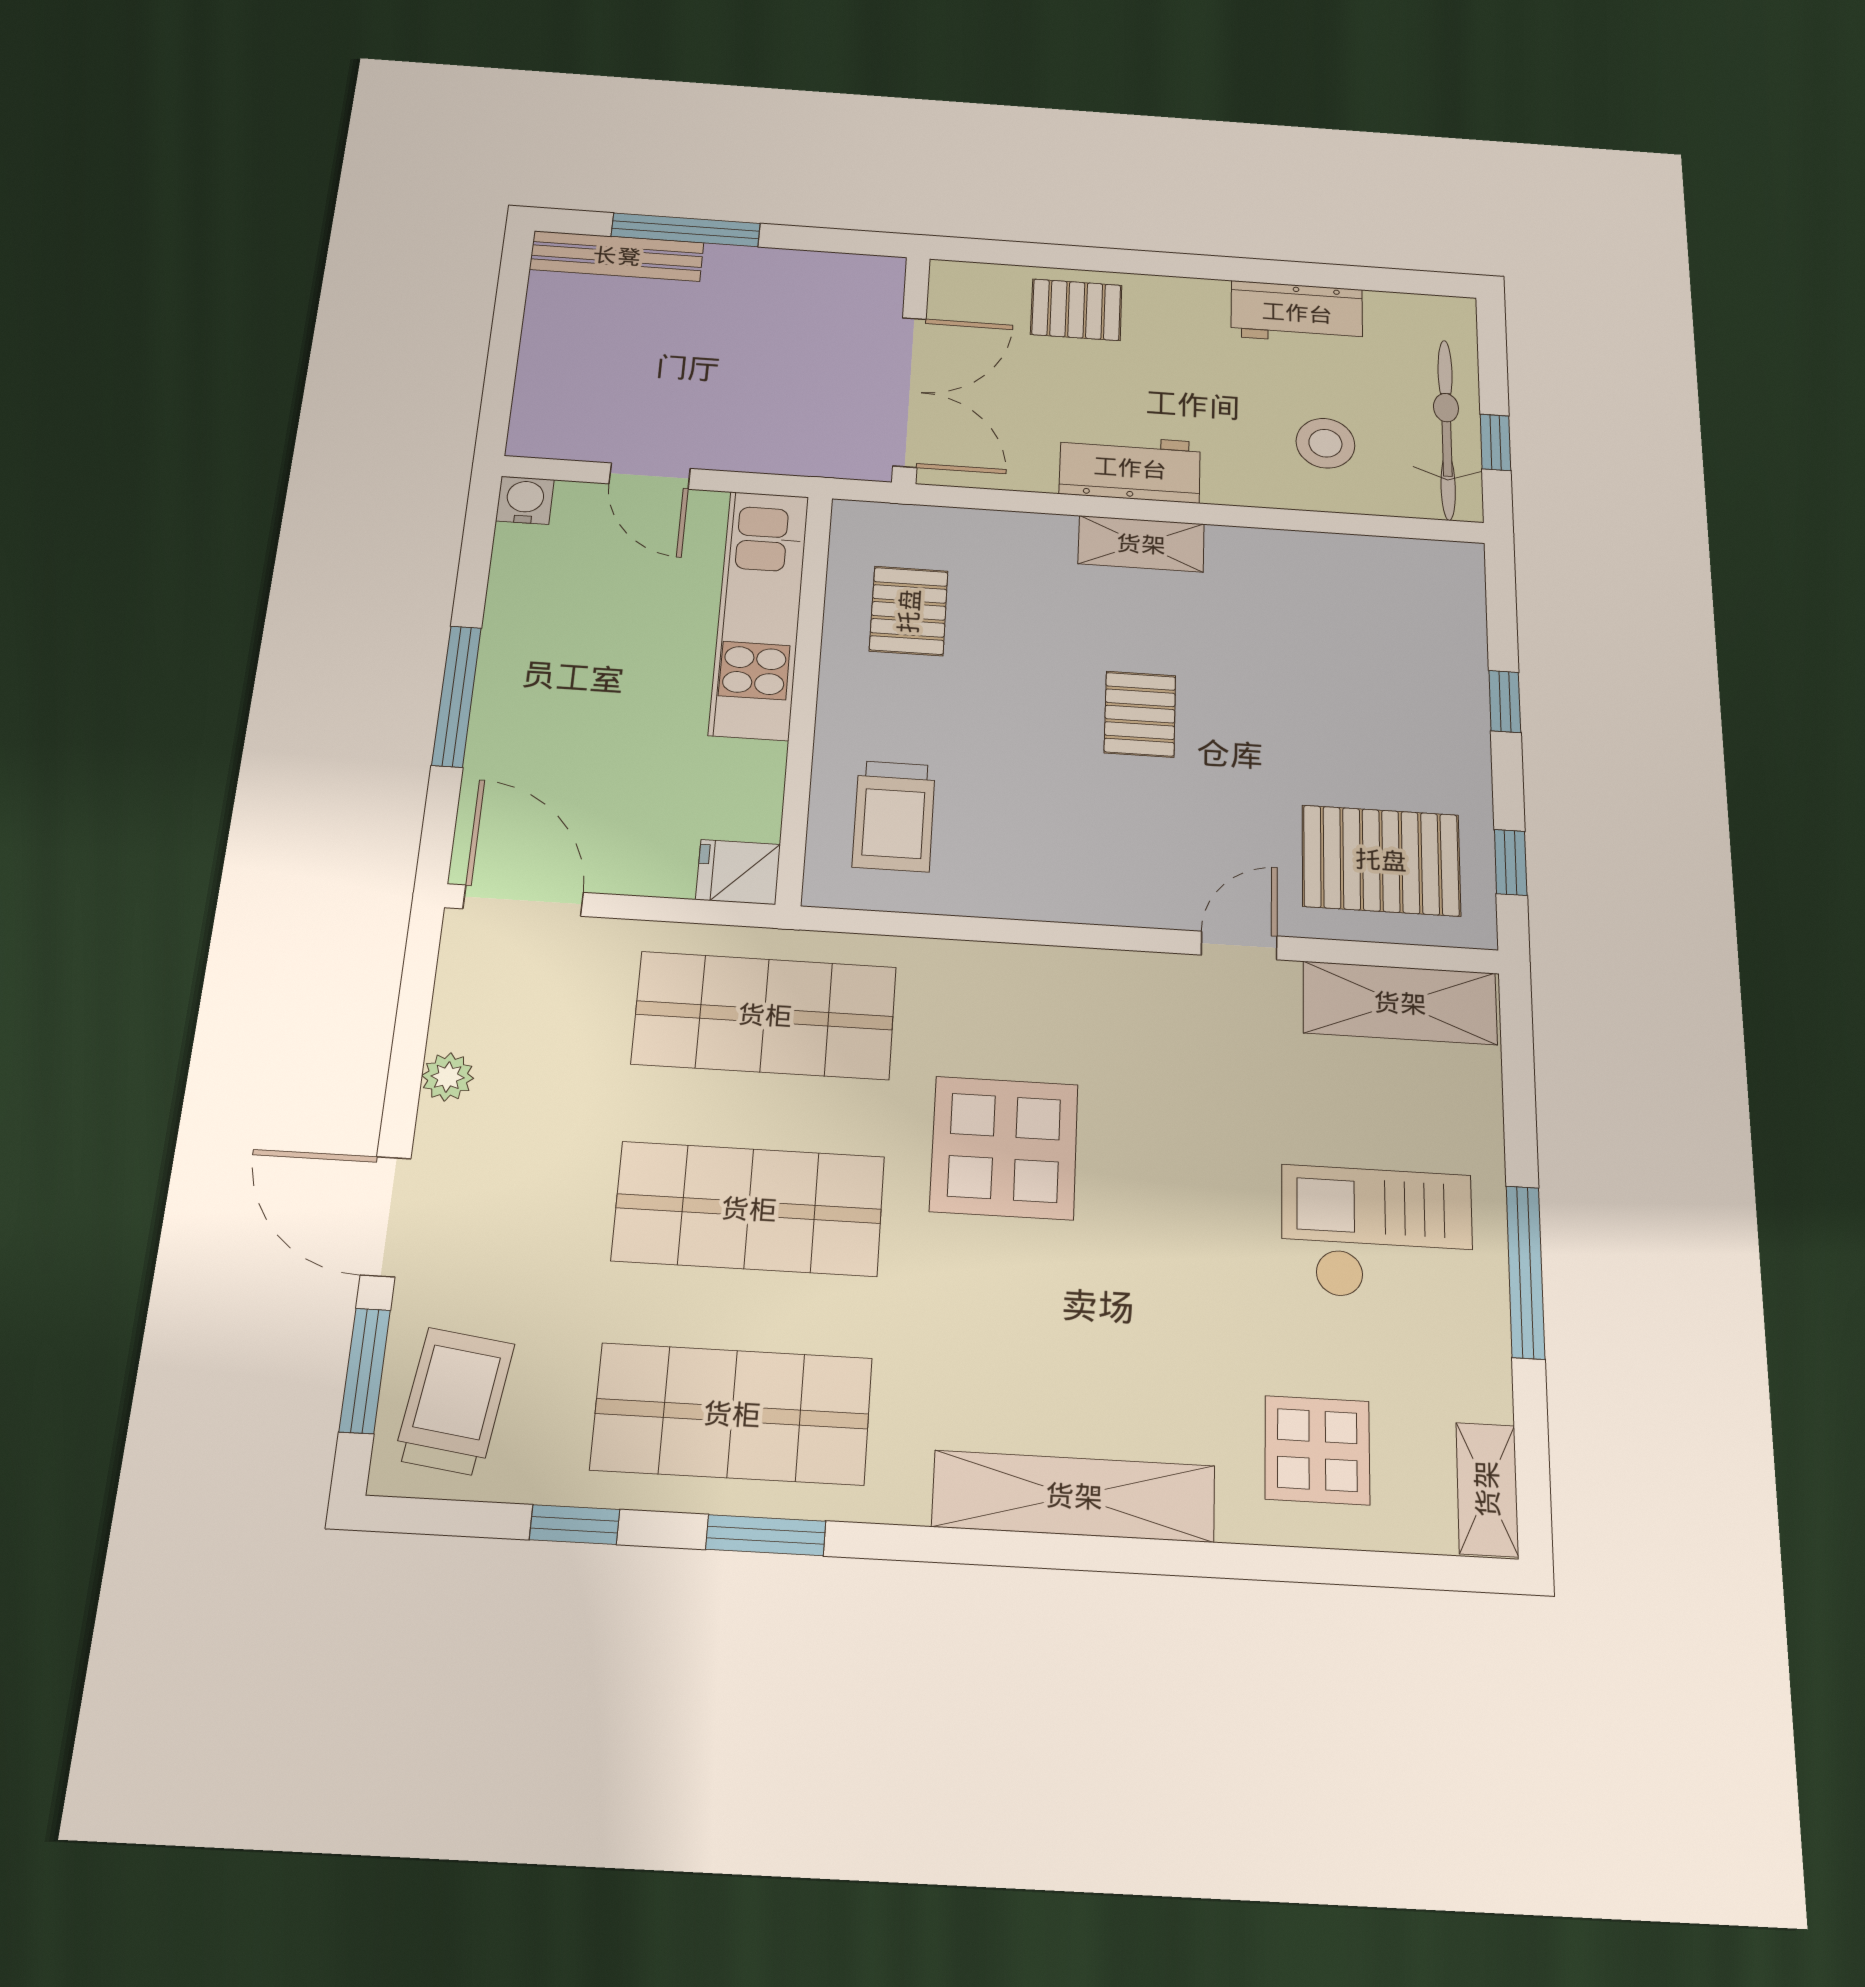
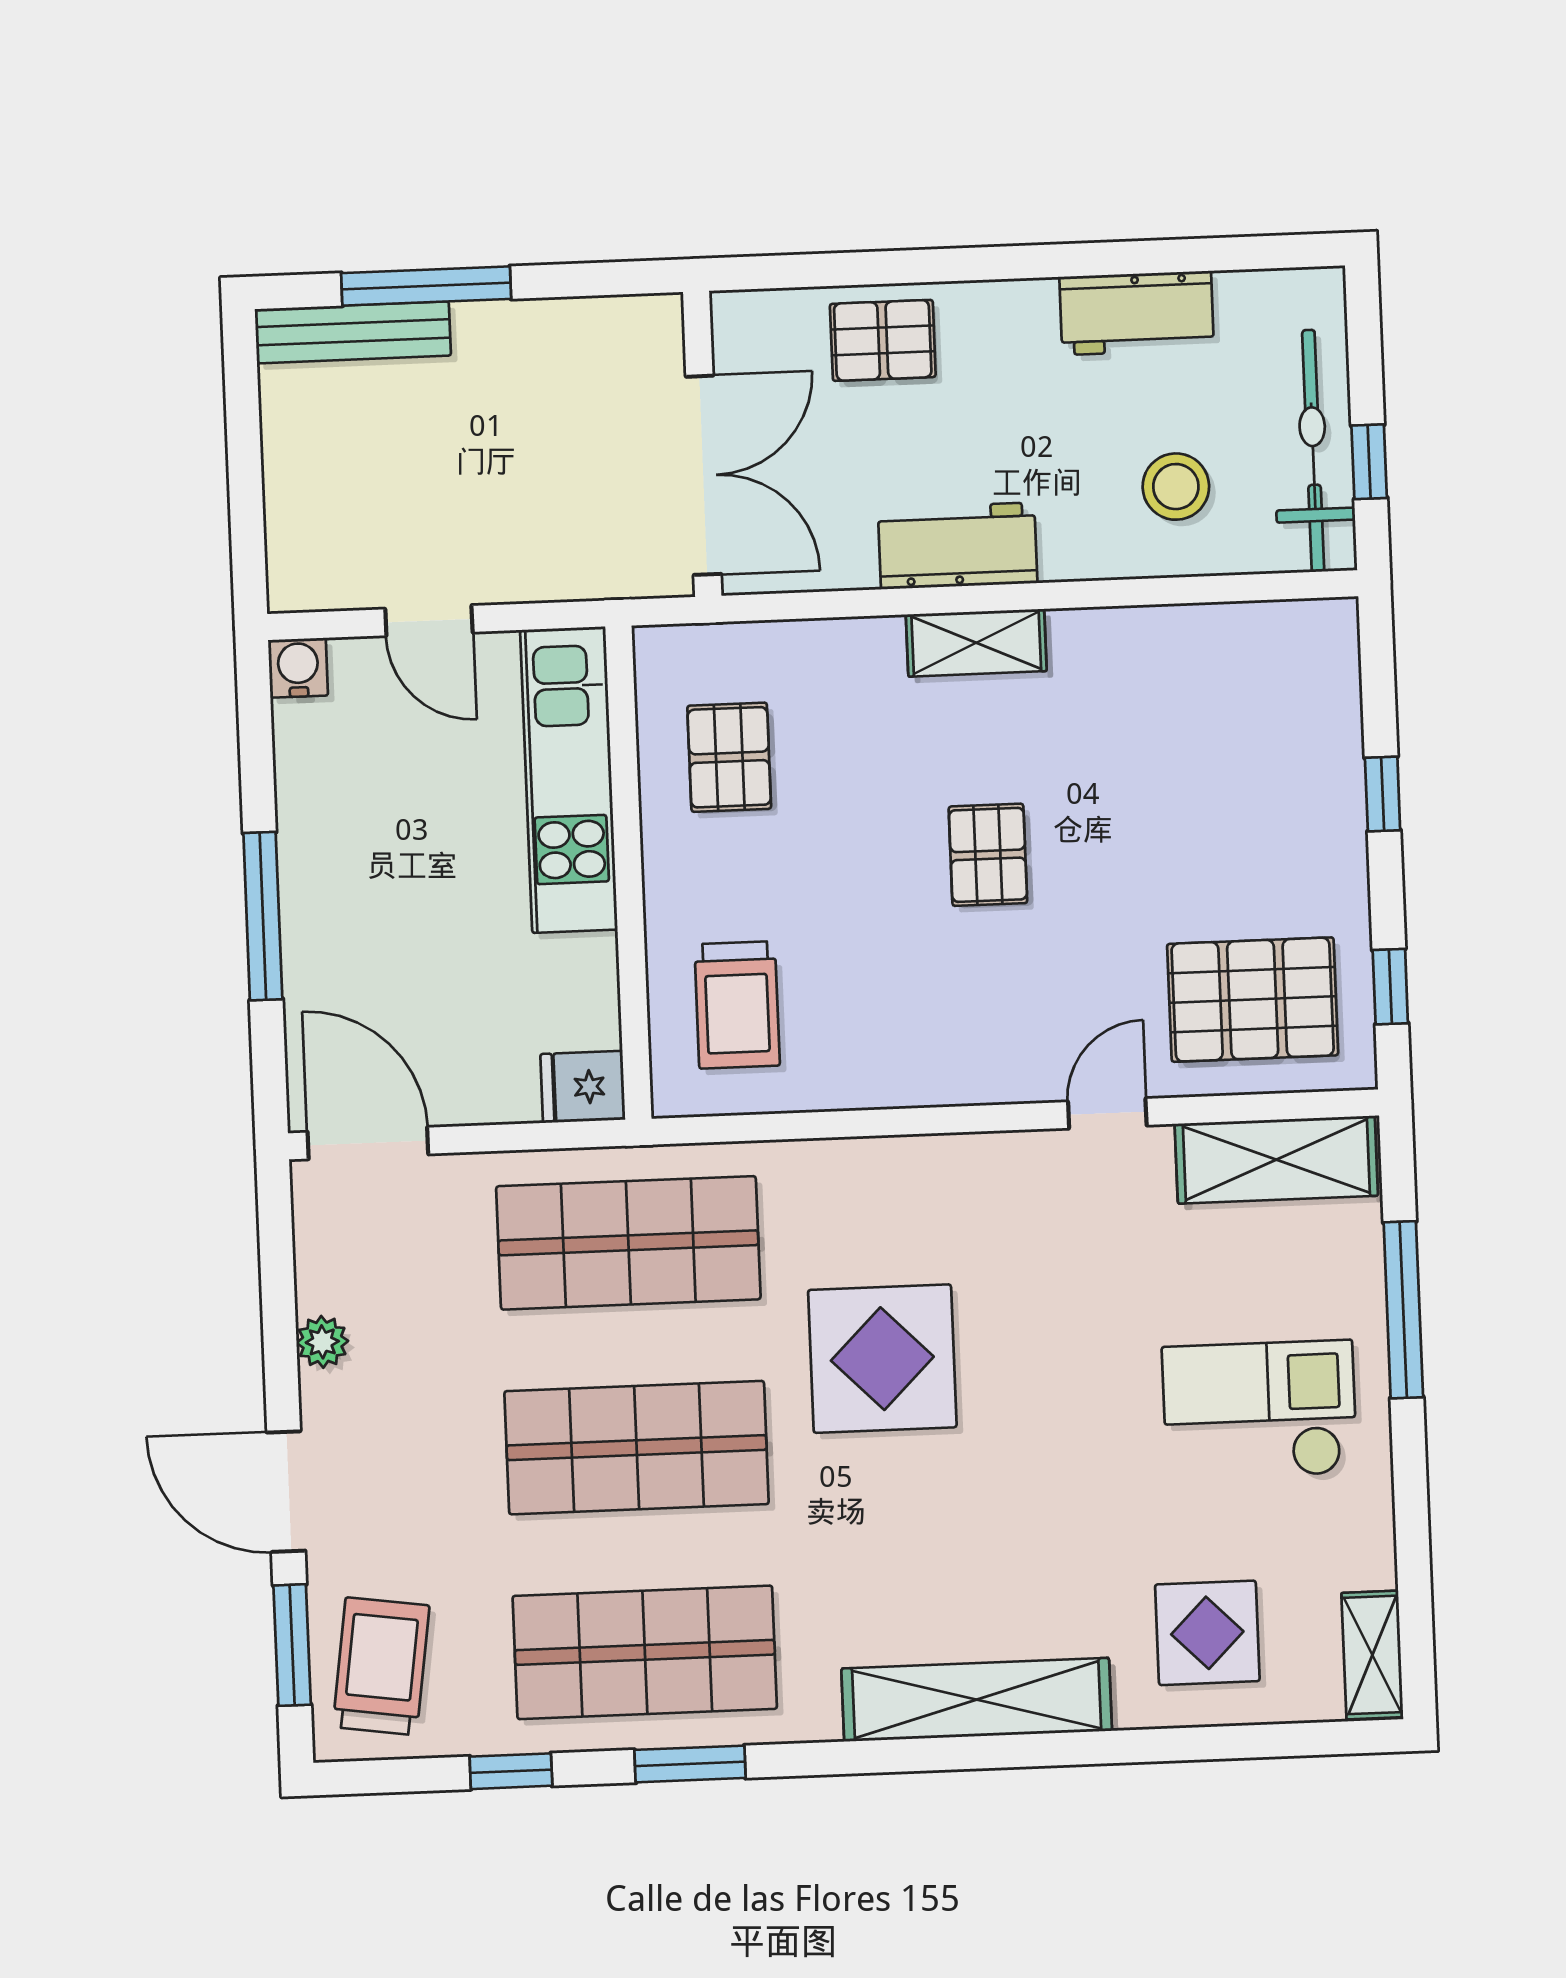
window: (1525, 1272) -> (1403, 1310), moved

